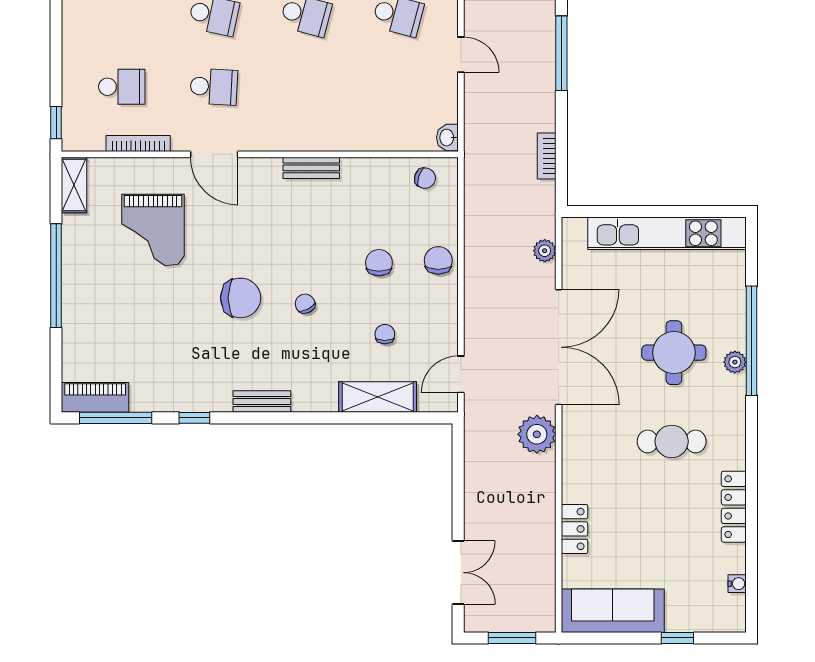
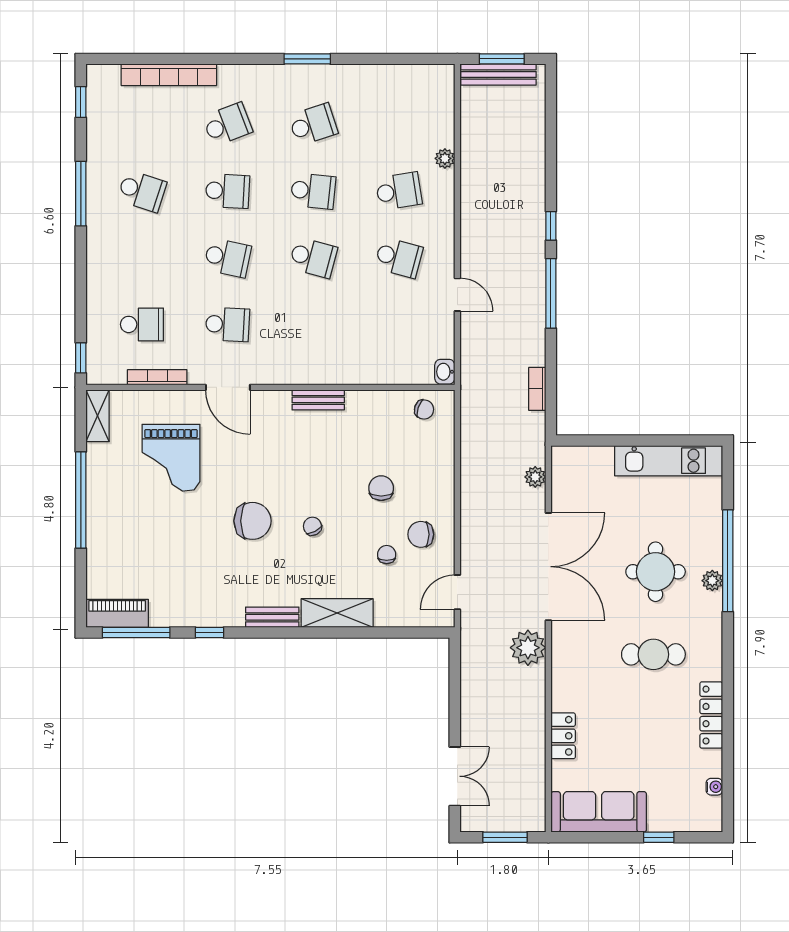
kitchen unit: (667, 233) -> (669, 461), width x0.73
chair: (438, 260) -> (421, 534), moved, turned -90
shelving: (378, 397) -> (337, 613), moved

